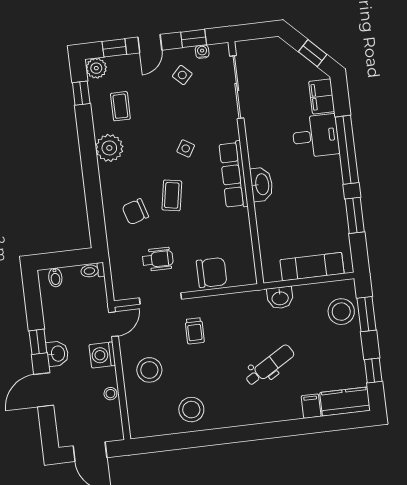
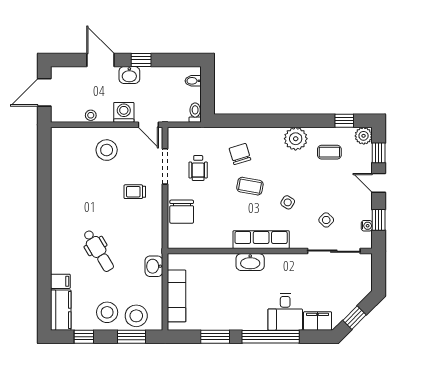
side table: (182, 75) -> (326, 220), moved
stool: (191, 410) -> (107, 312), moved

